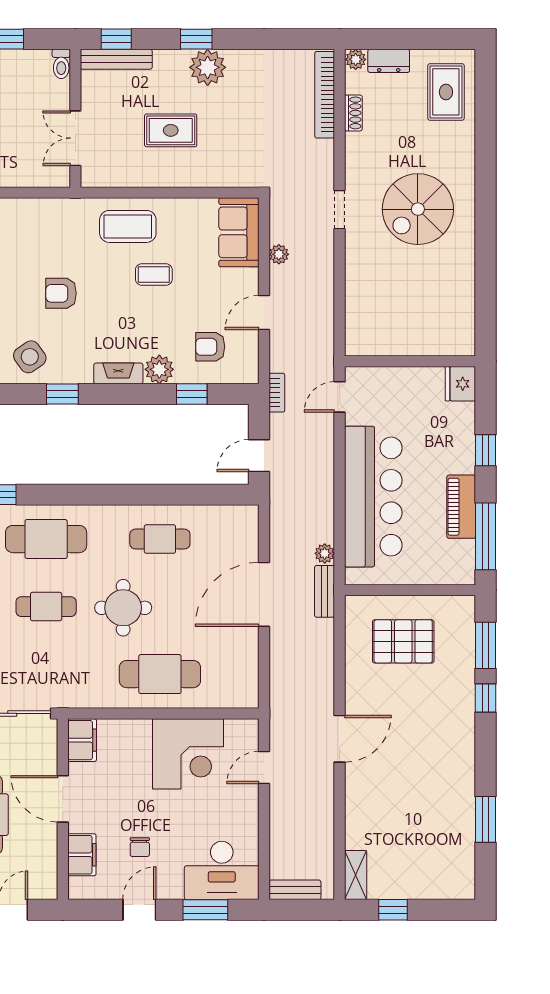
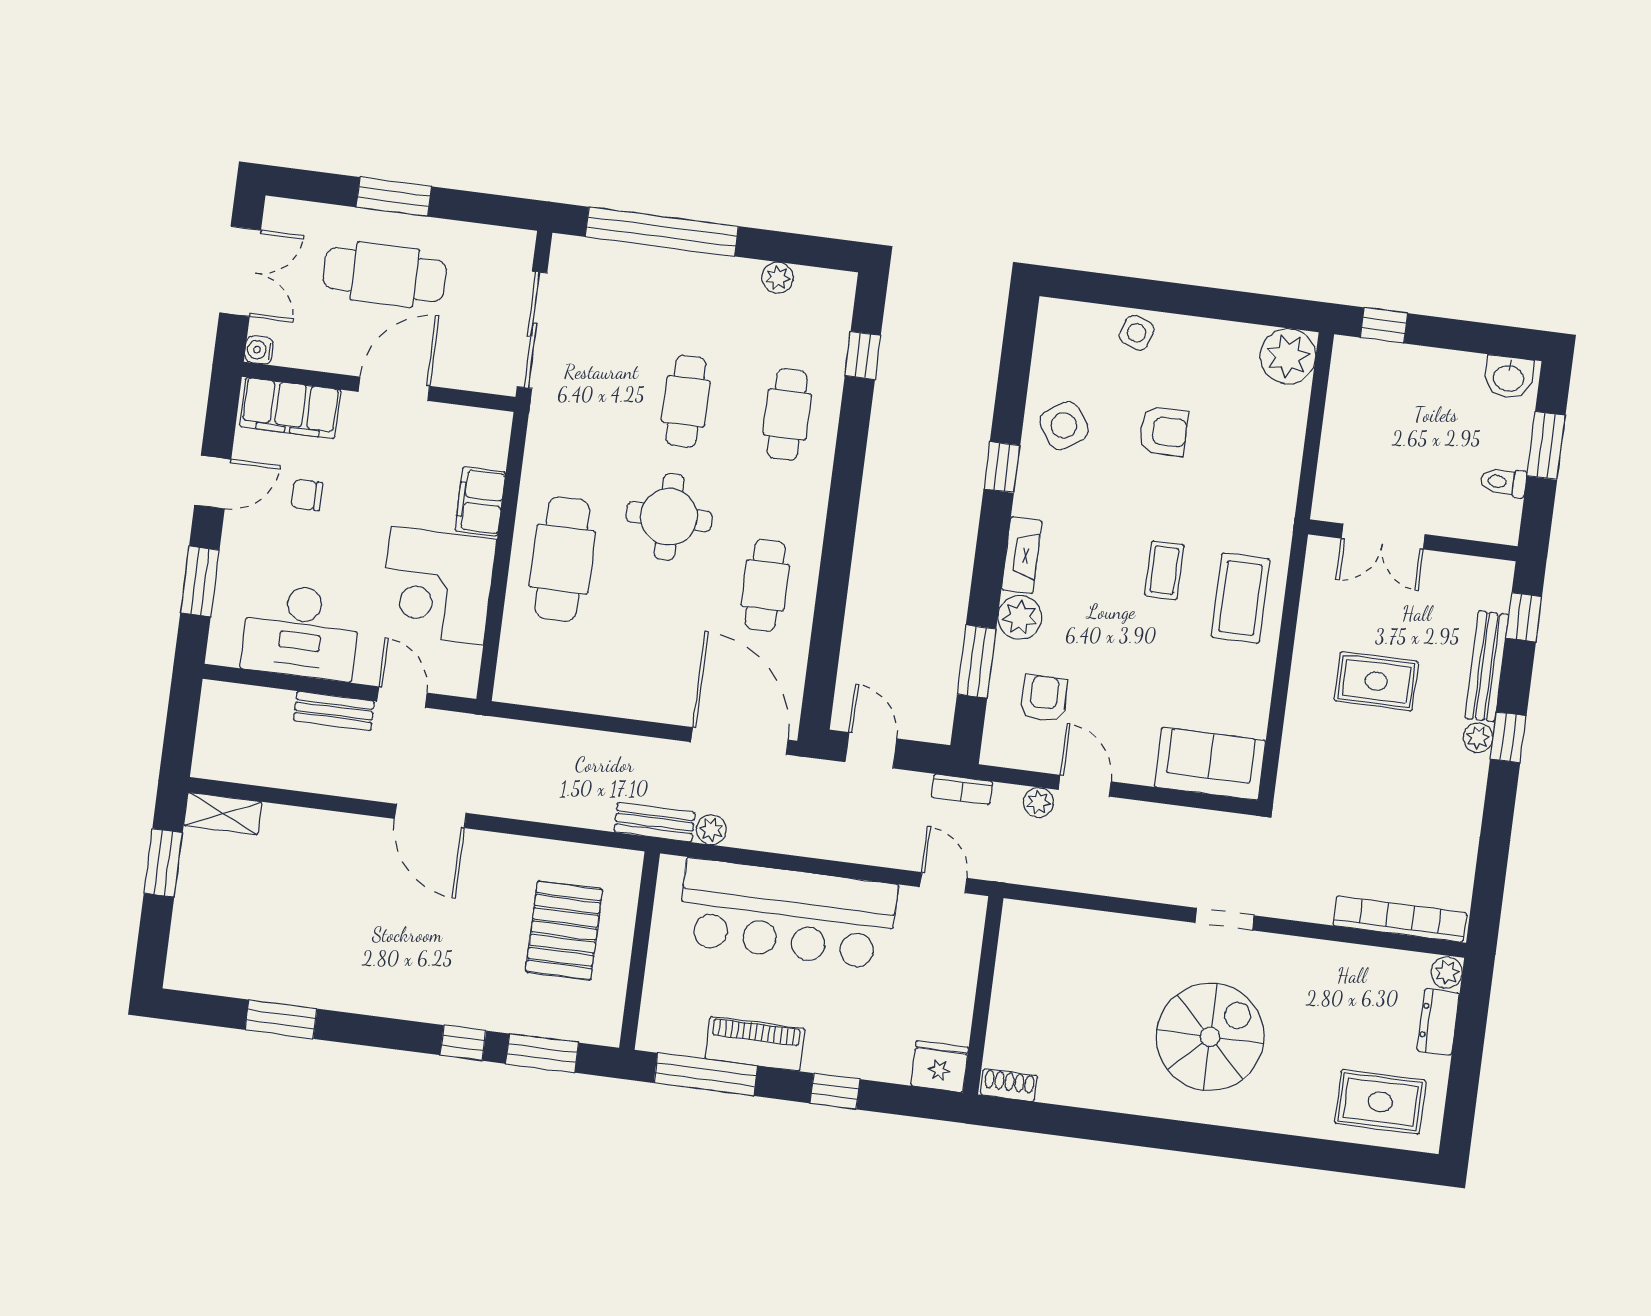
bench: (116, 59) -> (1487, 666), moved
toilet: (61, 64) -> (1503, 482), moved
plant: (208, 67) -> (1478, 738), width x0.53, depth x0.53
shoe rack: (353, 113) -> (1009, 1085), moved, turned 180
rug: (171, 130) -> (1376, 681), turned 90
double door: (75, 138) -> (1383, 536), swing flipped
spiral stairs: (418, 209) -> (1210, 1037), turned 90
plant: (279, 254) -> (1038, 802), moved
coffee table: (154, 274) -> (1164, 570), moved
armchair: (61, 293) -> (1163, 431), moved, turned 90
window: (192, 394) -> (977, 662), width x1.50
cafe table: (46, 539) -> (787, 414), width x0.73, depth x0.74
door: (264, 594) -> (740, 741), moved
filing cabinet: (82, 740) -> (480, 501), moved, turned 90
filing cabinet: (82, 855) -> (290, 408), width x1.50, depth x1.17
desk: (222, 870) -> (301, 632), moved, turned -90
bench: (295, 890) -> (334, 711), moved, turned 90
water cooler: (49, 891) -> (259, 350), added
door: (139, 910) -> (213, 482), hinge flipped
window: (393, 910) -> (163, 863), width x1.50

